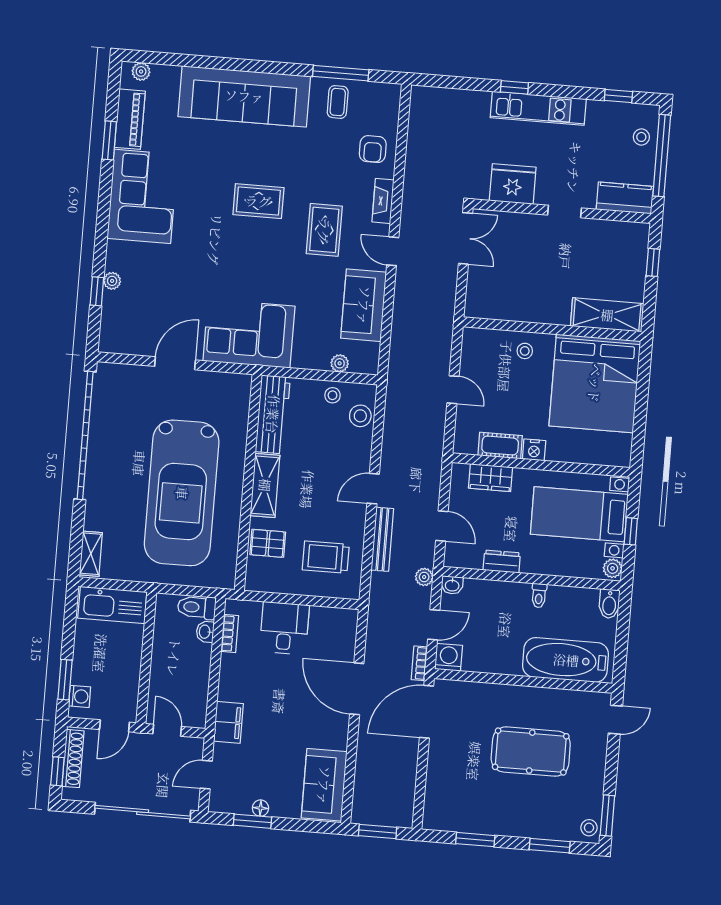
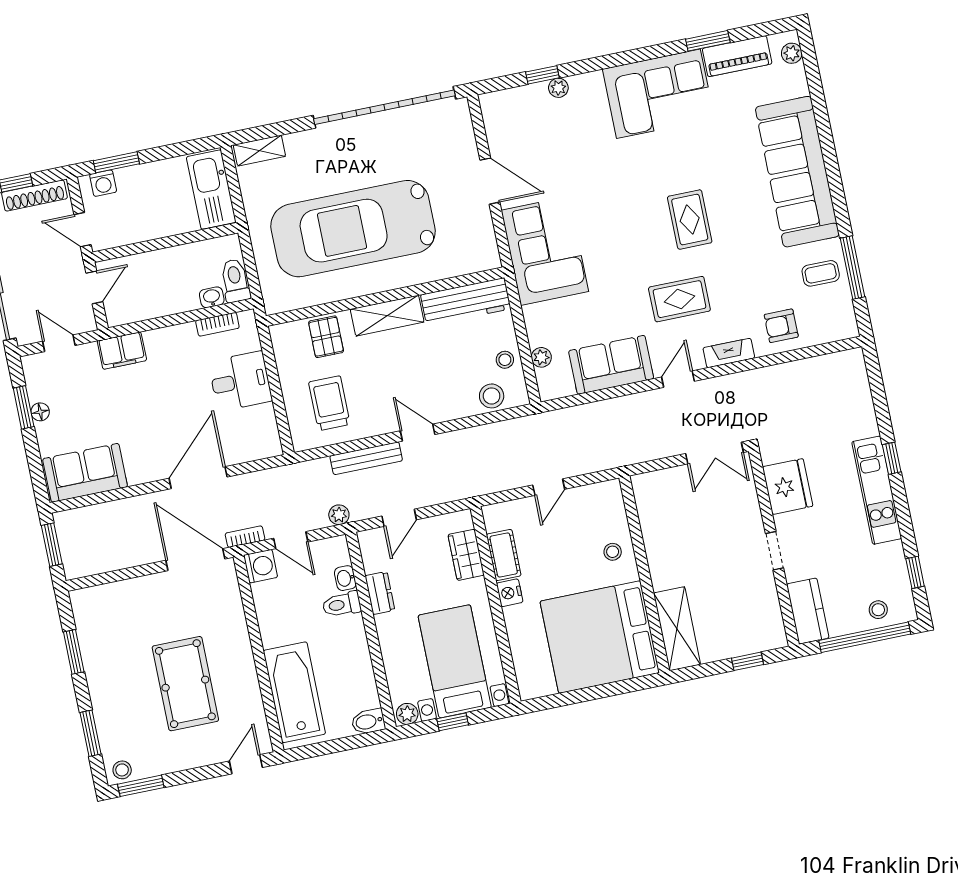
washbasin: (452, 585) -> (345, 578), moved
toilet: (539, 596) -> (342, 604), moved, width x1.37, depth x1.39
door: (615, 720) -> (246, 764), swing flipped

